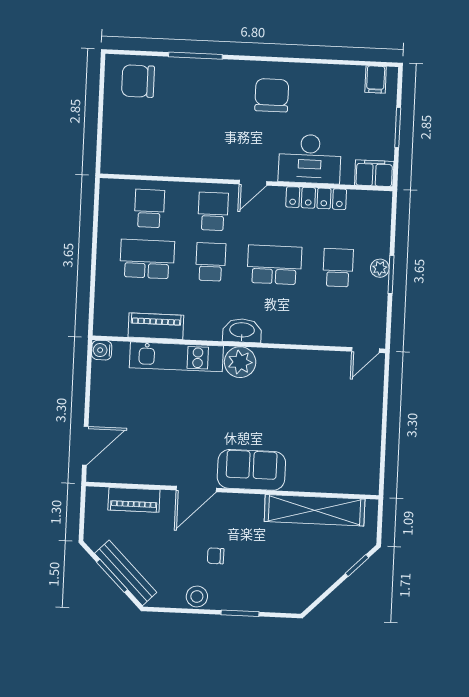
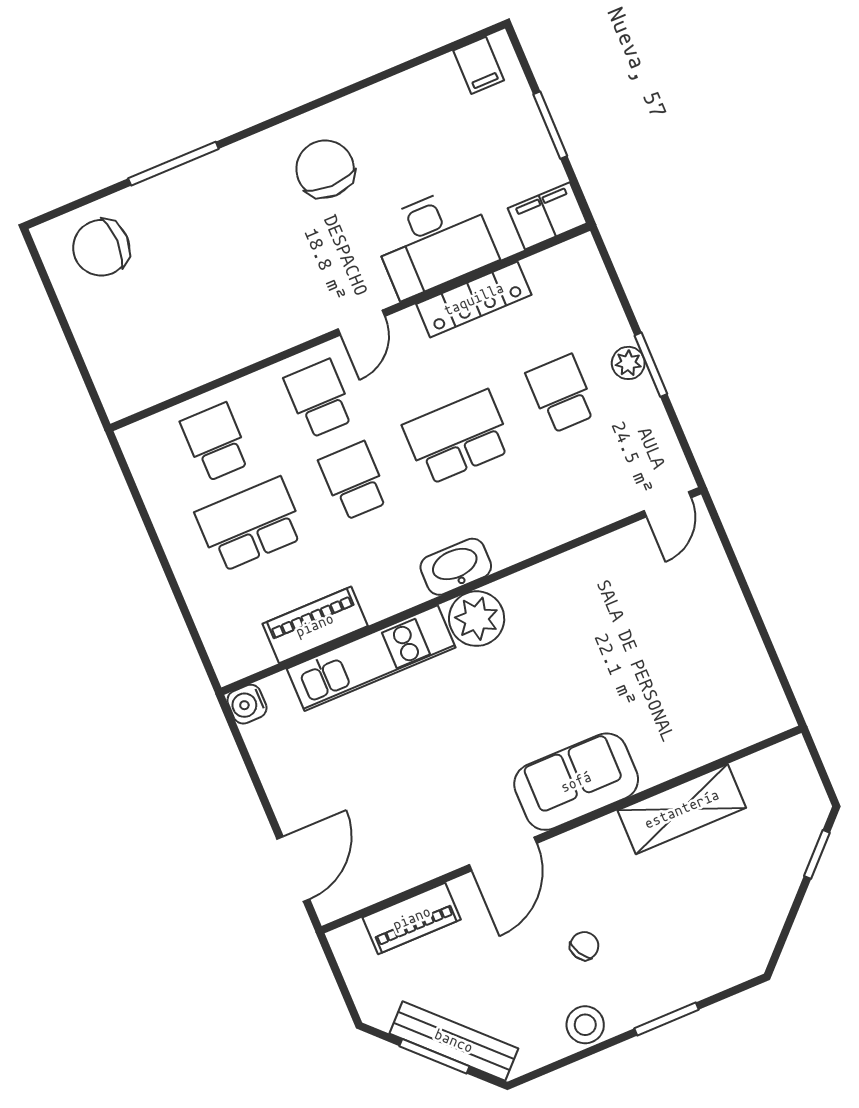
shelving: (315, 510) -> (682, 809), width x0.68
chair: (216, 556) -> (584, 946), turned 150

